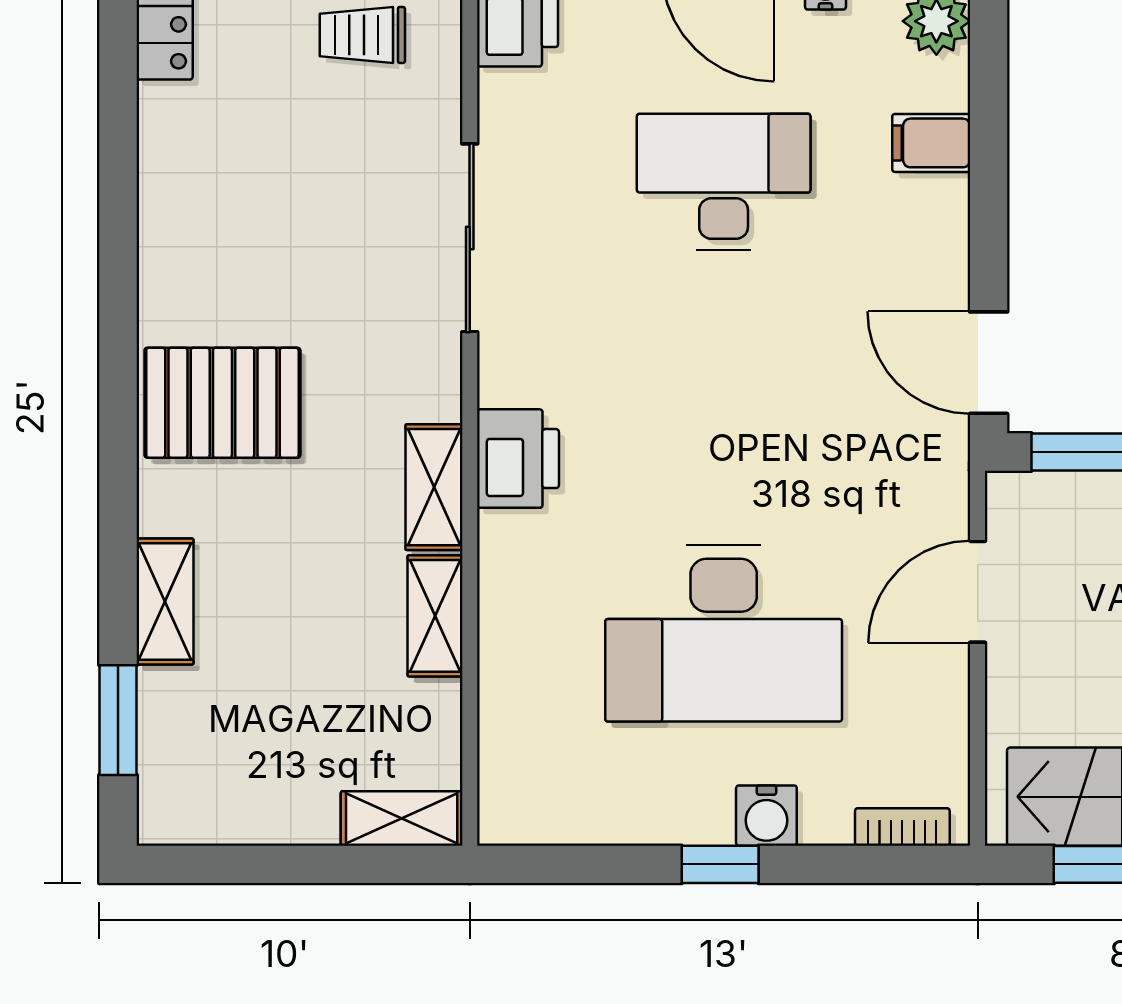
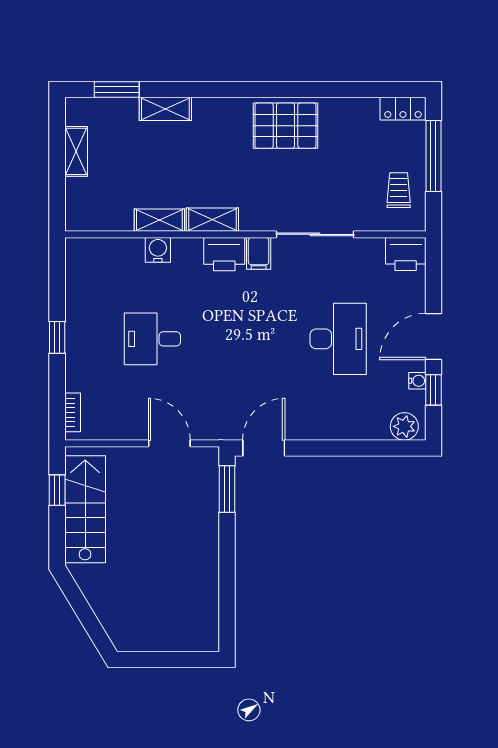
filing cabinet: (931, 143) -> (259, 253), moved, turned 180
pallet: (222, 403) -> (286, 126), moved, turned 90
desk: (724, 633) -> (152, 339), width x0.53, depth x0.77
water cooler: (766, 816) -> (158, 250), moved, turned 90
shelving: (402, 819) -> (76, 151), moved

